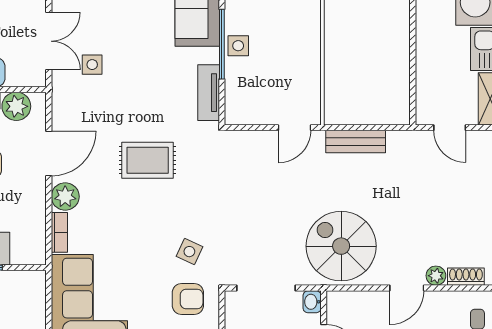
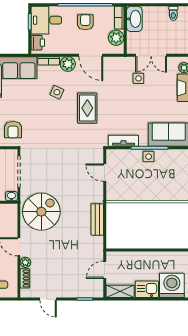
door: (294, 128) -> (105, 173), moved
side table: (189, 252) -> (57, 92), moved
printer: (25, 253) -> (38, 43), added

